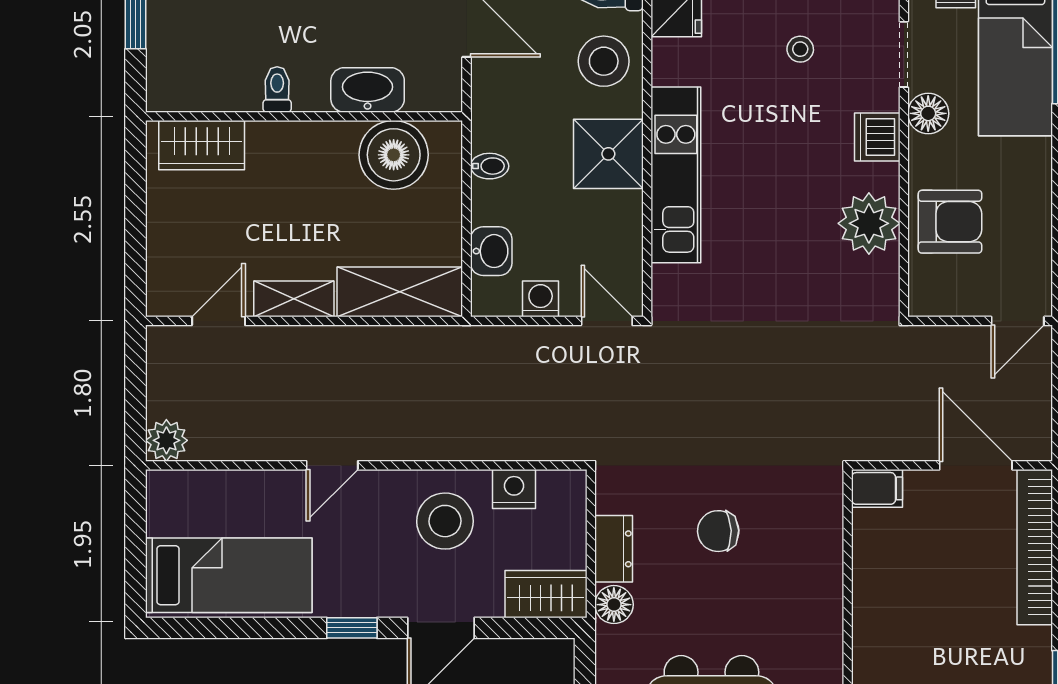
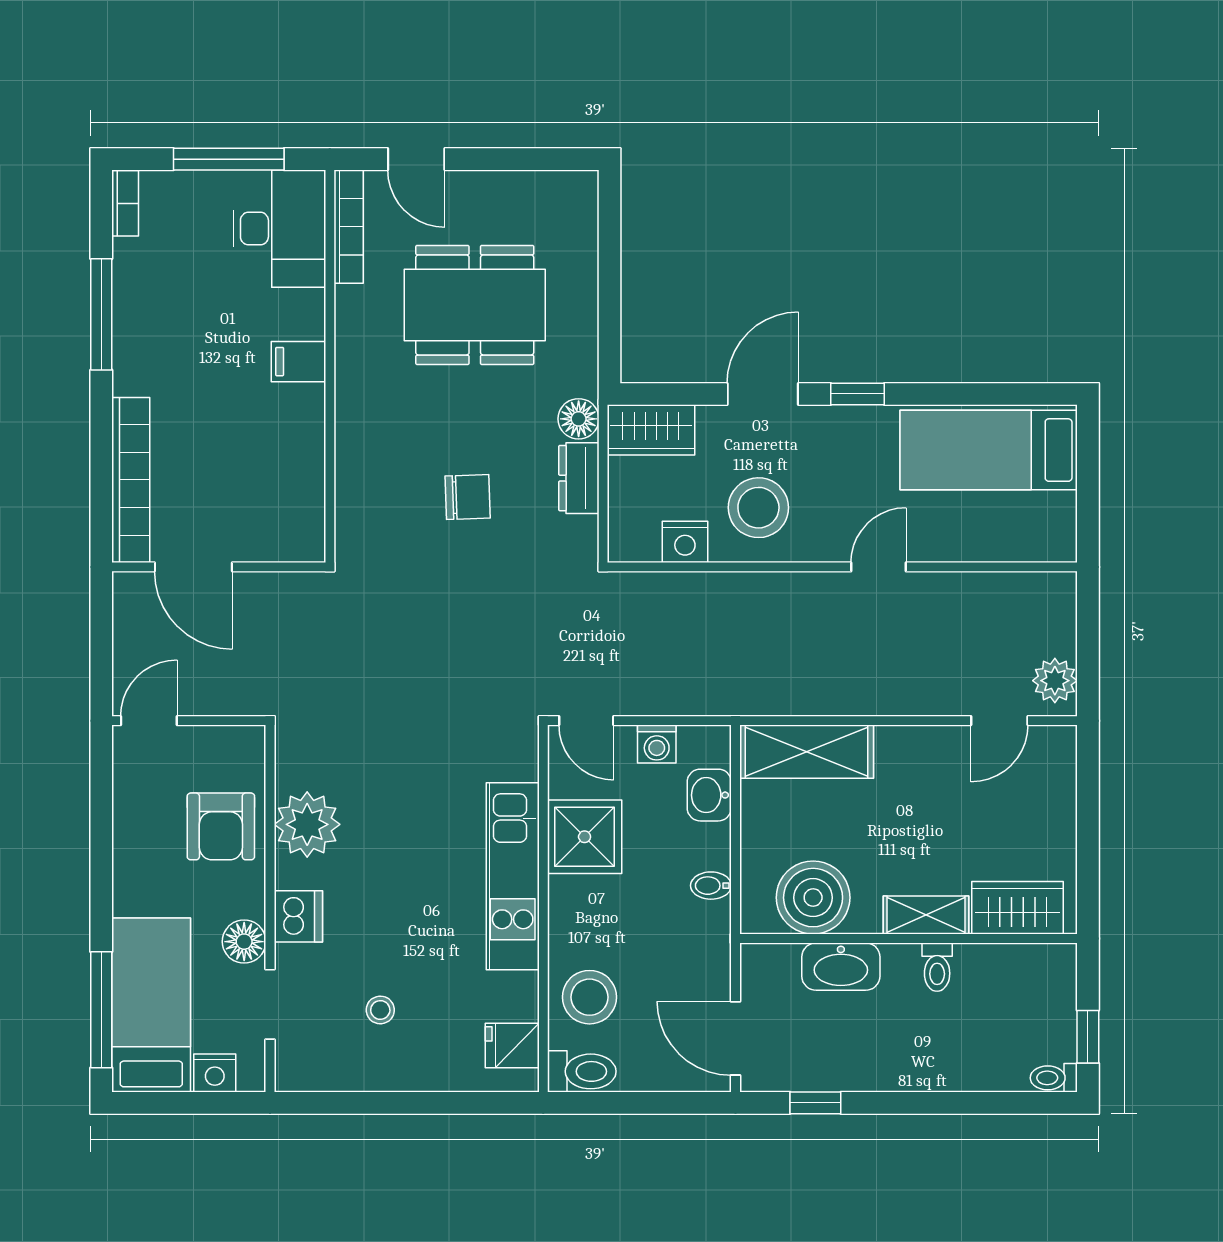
shower: (608, 154) -> (585, 837), moved
armchair: (950, 222) -> (221, 826), turned -90
shelving: (294, 299) -> (926, 915), moved
plant: (166, 440) -> (1055, 681), moved
filing cabinet: (877, 488) -> (299, 362), moved

